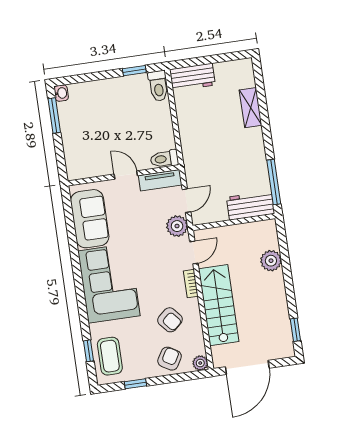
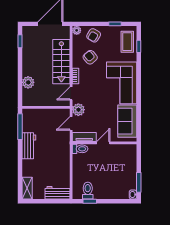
toilet: (158, 86) -> (88, 191), moved
shelving: (251, 108) -> (27, 188), moved
door: (126, 175) -> (103, 143), swing flipped
workbench: (251, 205) -> (29, 146), moved, turned -90

